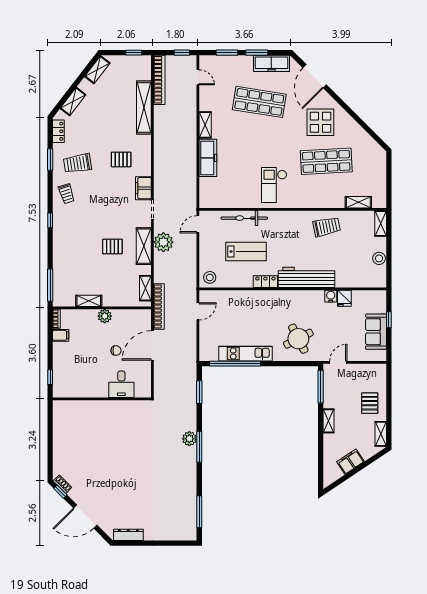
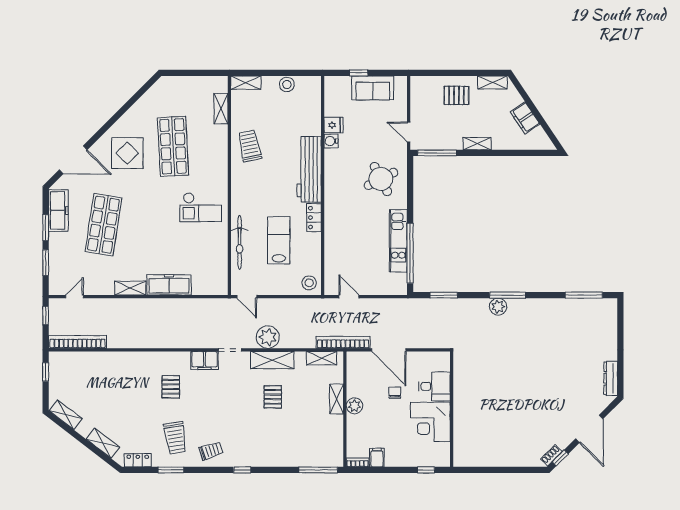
shelving: (144, 107) -> (110, 360), removed
shelving: (89, 301) -> (337, 399), moved
corner desk: (91, 381) -> (430, 422), added

